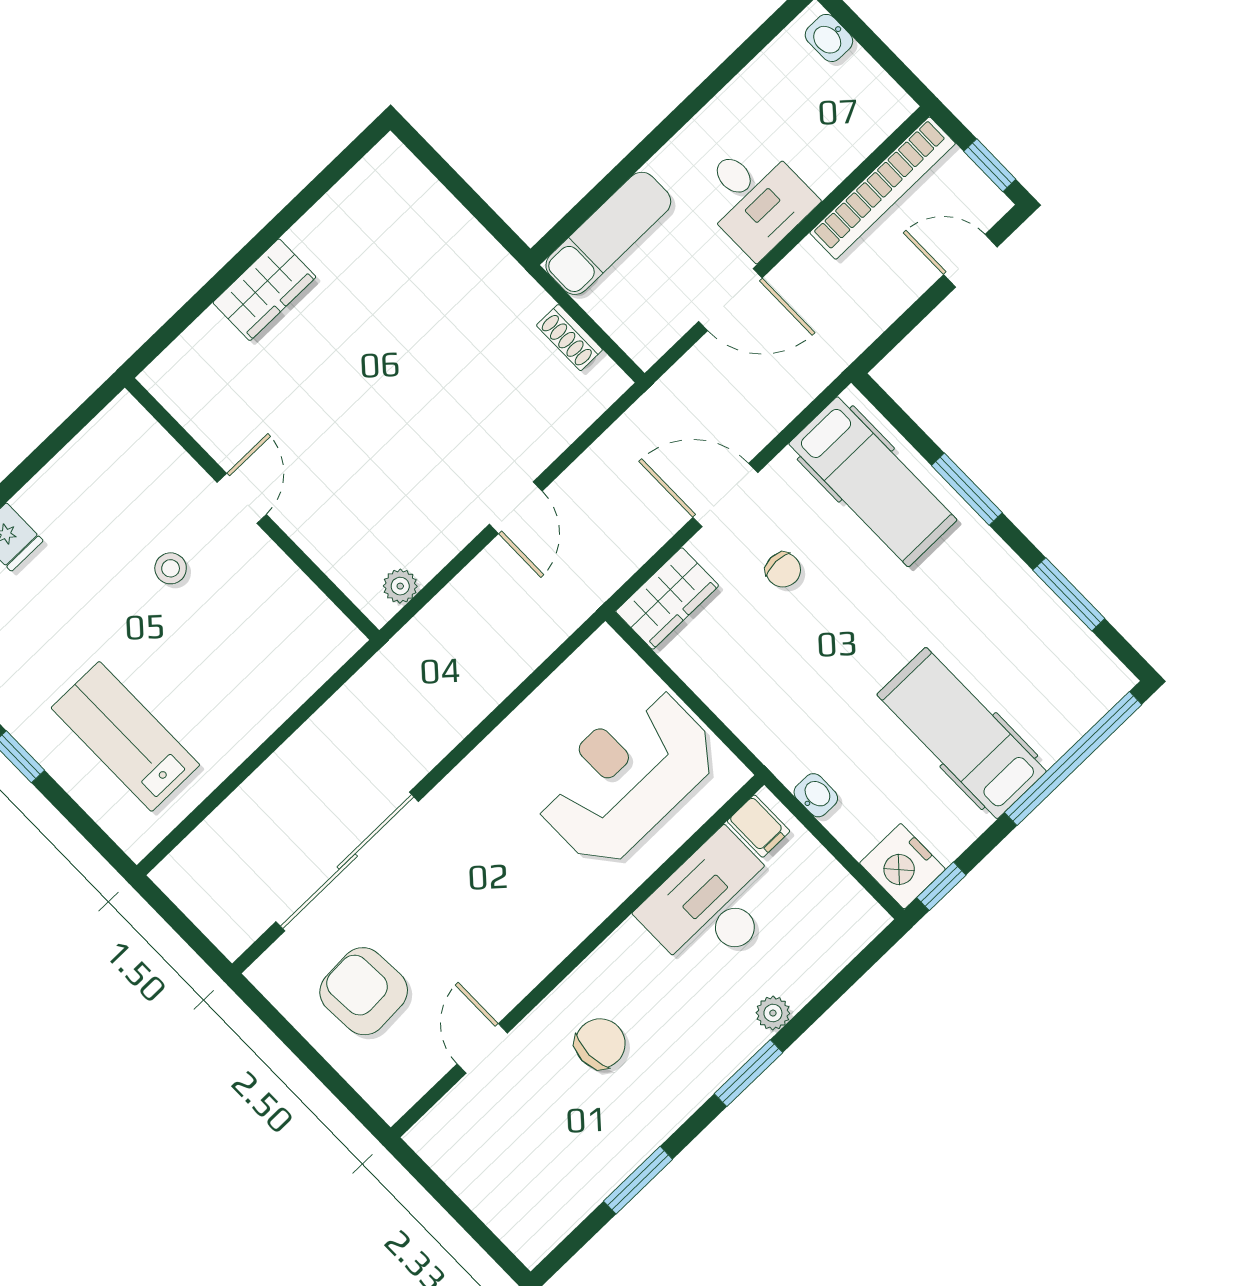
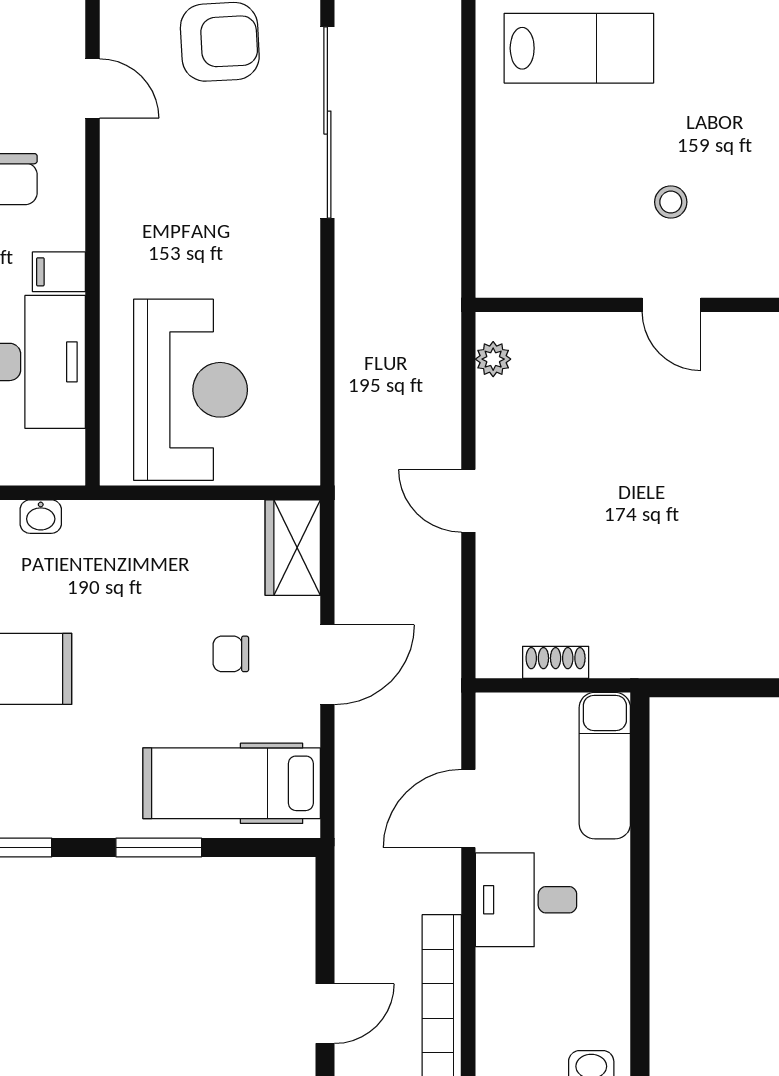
filing cabinet: (758, 826) -> (59, 272), moved

